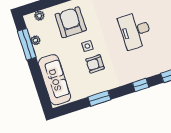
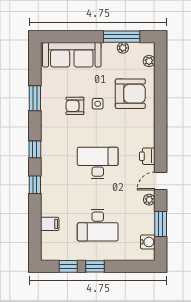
armchair: (95, 64) -> (75, 106), turned -90

